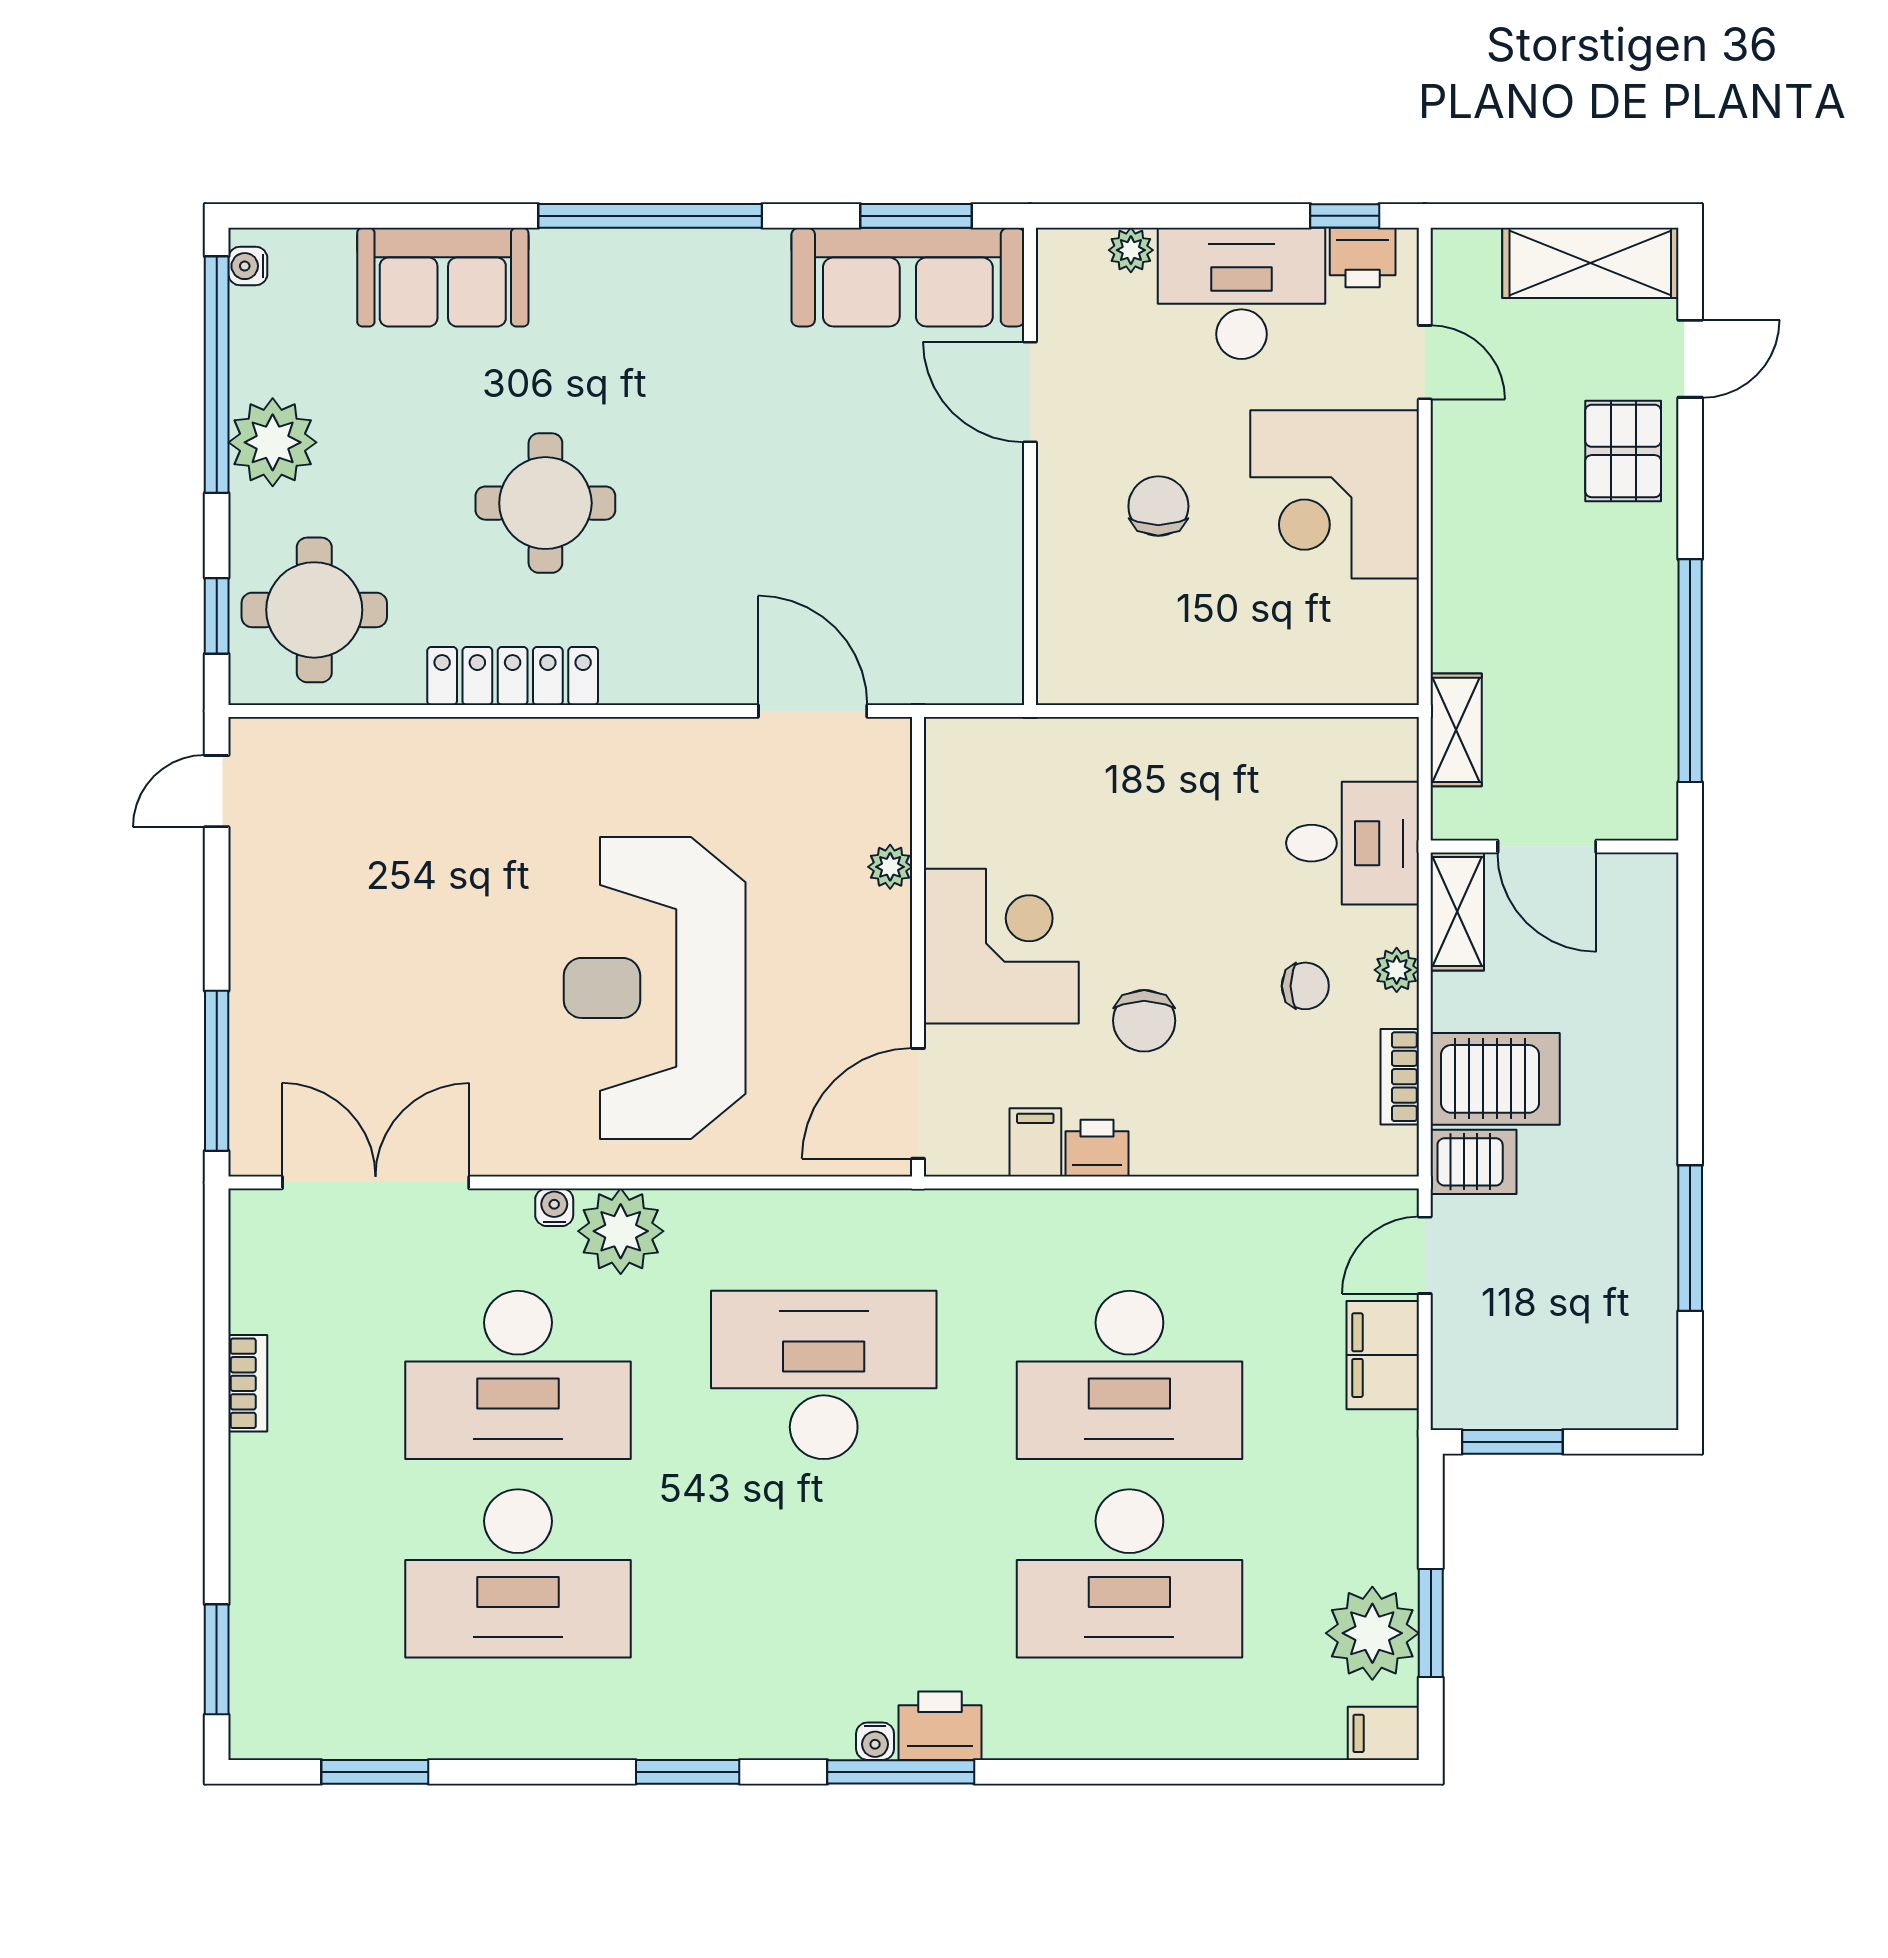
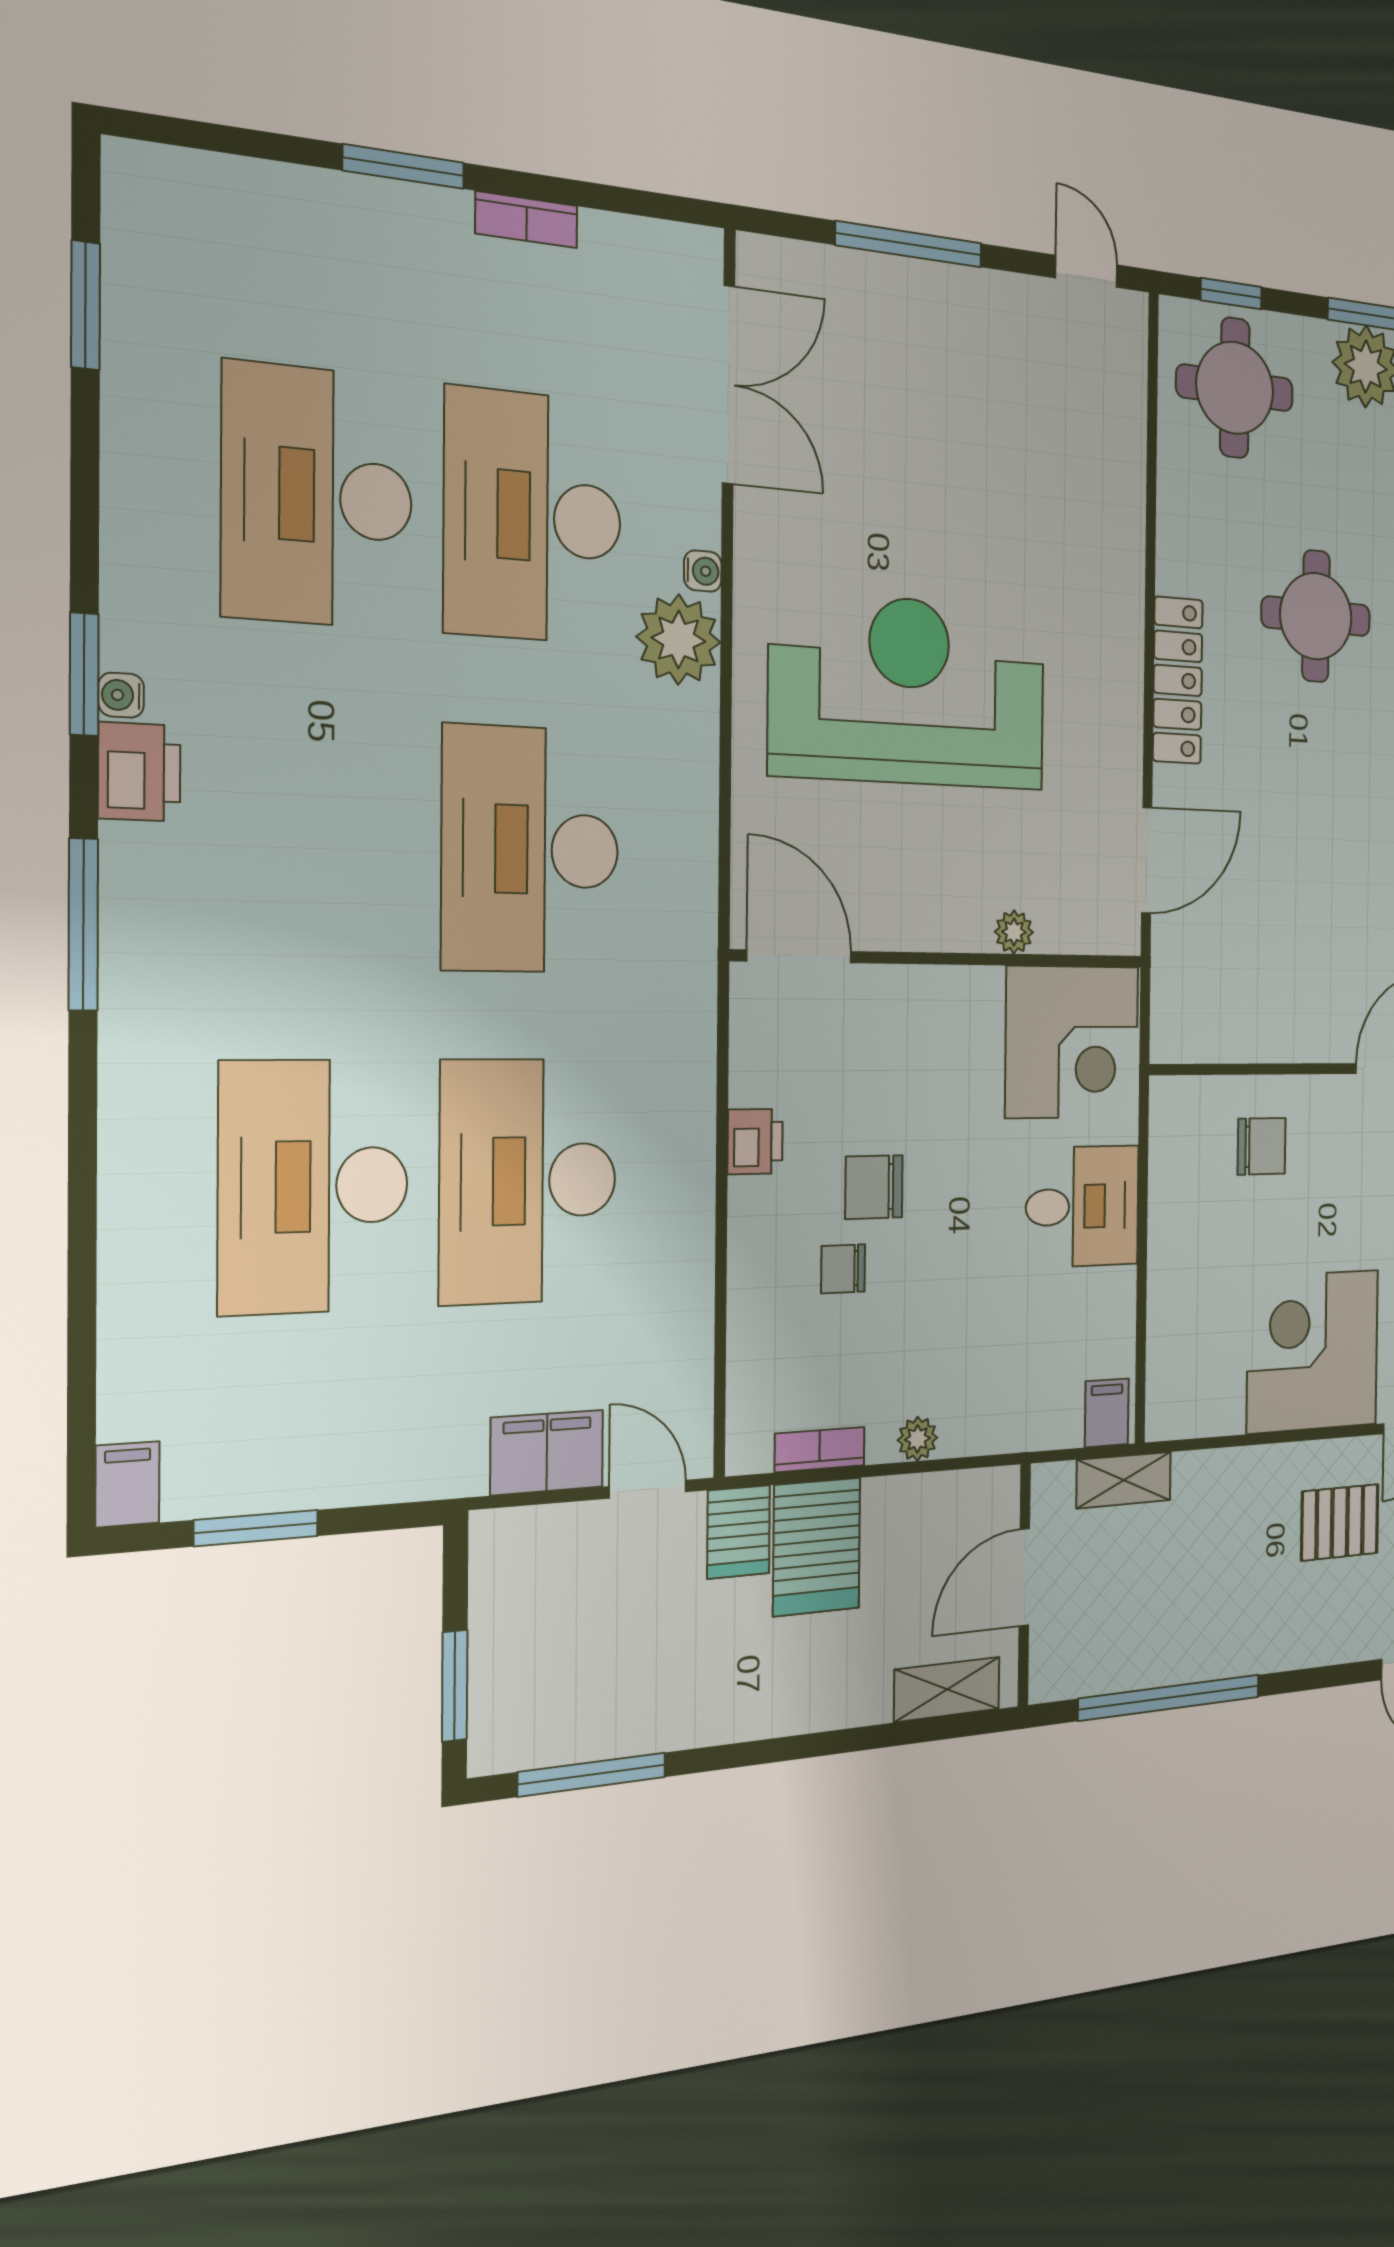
pallet: (1623, 451) -> (1340, 1522), moved
chair: (1158, 506) -> (1262, 1146), moved
locker: (513, 676) -> (1178, 680), moved
desk: (1353, 843) -> (1082, 1206), moved, turned -90
shelving: (1457, 912) -> (947, 1689), moved
corner desk: (1001, 946) -> (1072, 1042), moved
chair: (1305, 986) -> (843, 1269), moved, turned 90
window: (217, 1071) -> (909, 244), moved
filing cabinet: (1035, 1142) -> (1107, 1413), moved, turned -90
window: (1690, 1238) -> (592, 1775), moved
desk: (824, 1375) -> (531, 850), turned 180
window: (1512, 1442) -> (455, 1686), moved
plant: (1372, 1633) -> (245, 1463), removed
window: (217, 1659) -> (404, 167), moved
printer: (940, 1726) -> (139, 772), moved
water cooler: (875, 1741) -> (121, 695), moved

